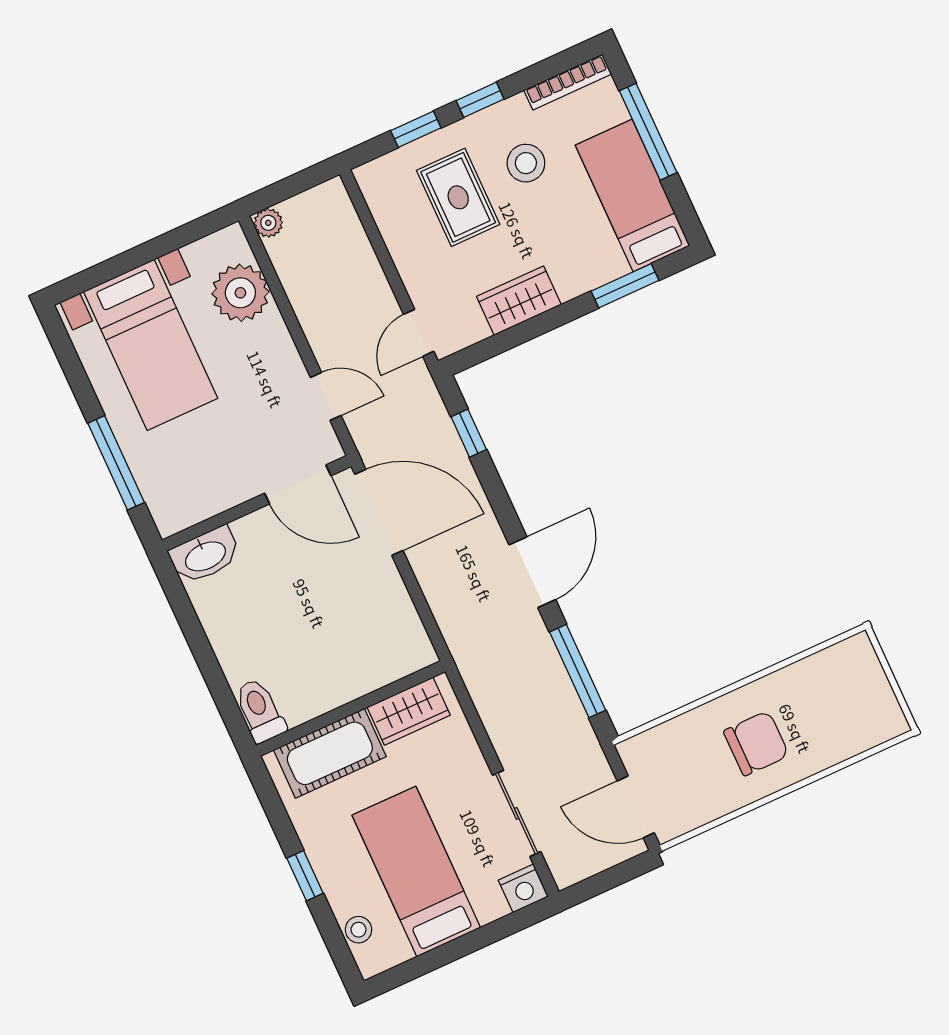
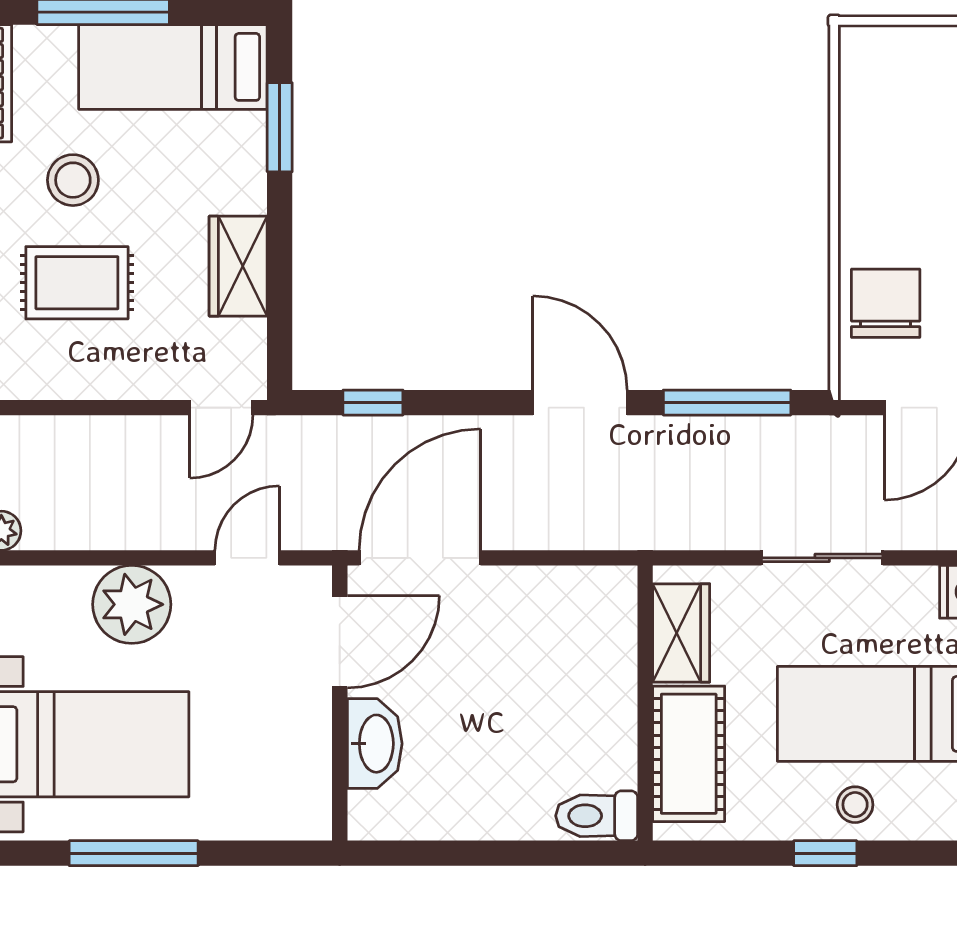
plant: (240, 293) -> (132, 604), moved
door: (419, 333) -> (221, 408), hinge flipped
window: (116, 463) -> (134, 853), moved
washbasin: (205, 555) -> (375, 744), moved
chair: (756, 743) -> (886, 303), moved
sliding door: (517, 813) -> (822, 558), moved
stool: (358, 930) -> (855, 805), moved

